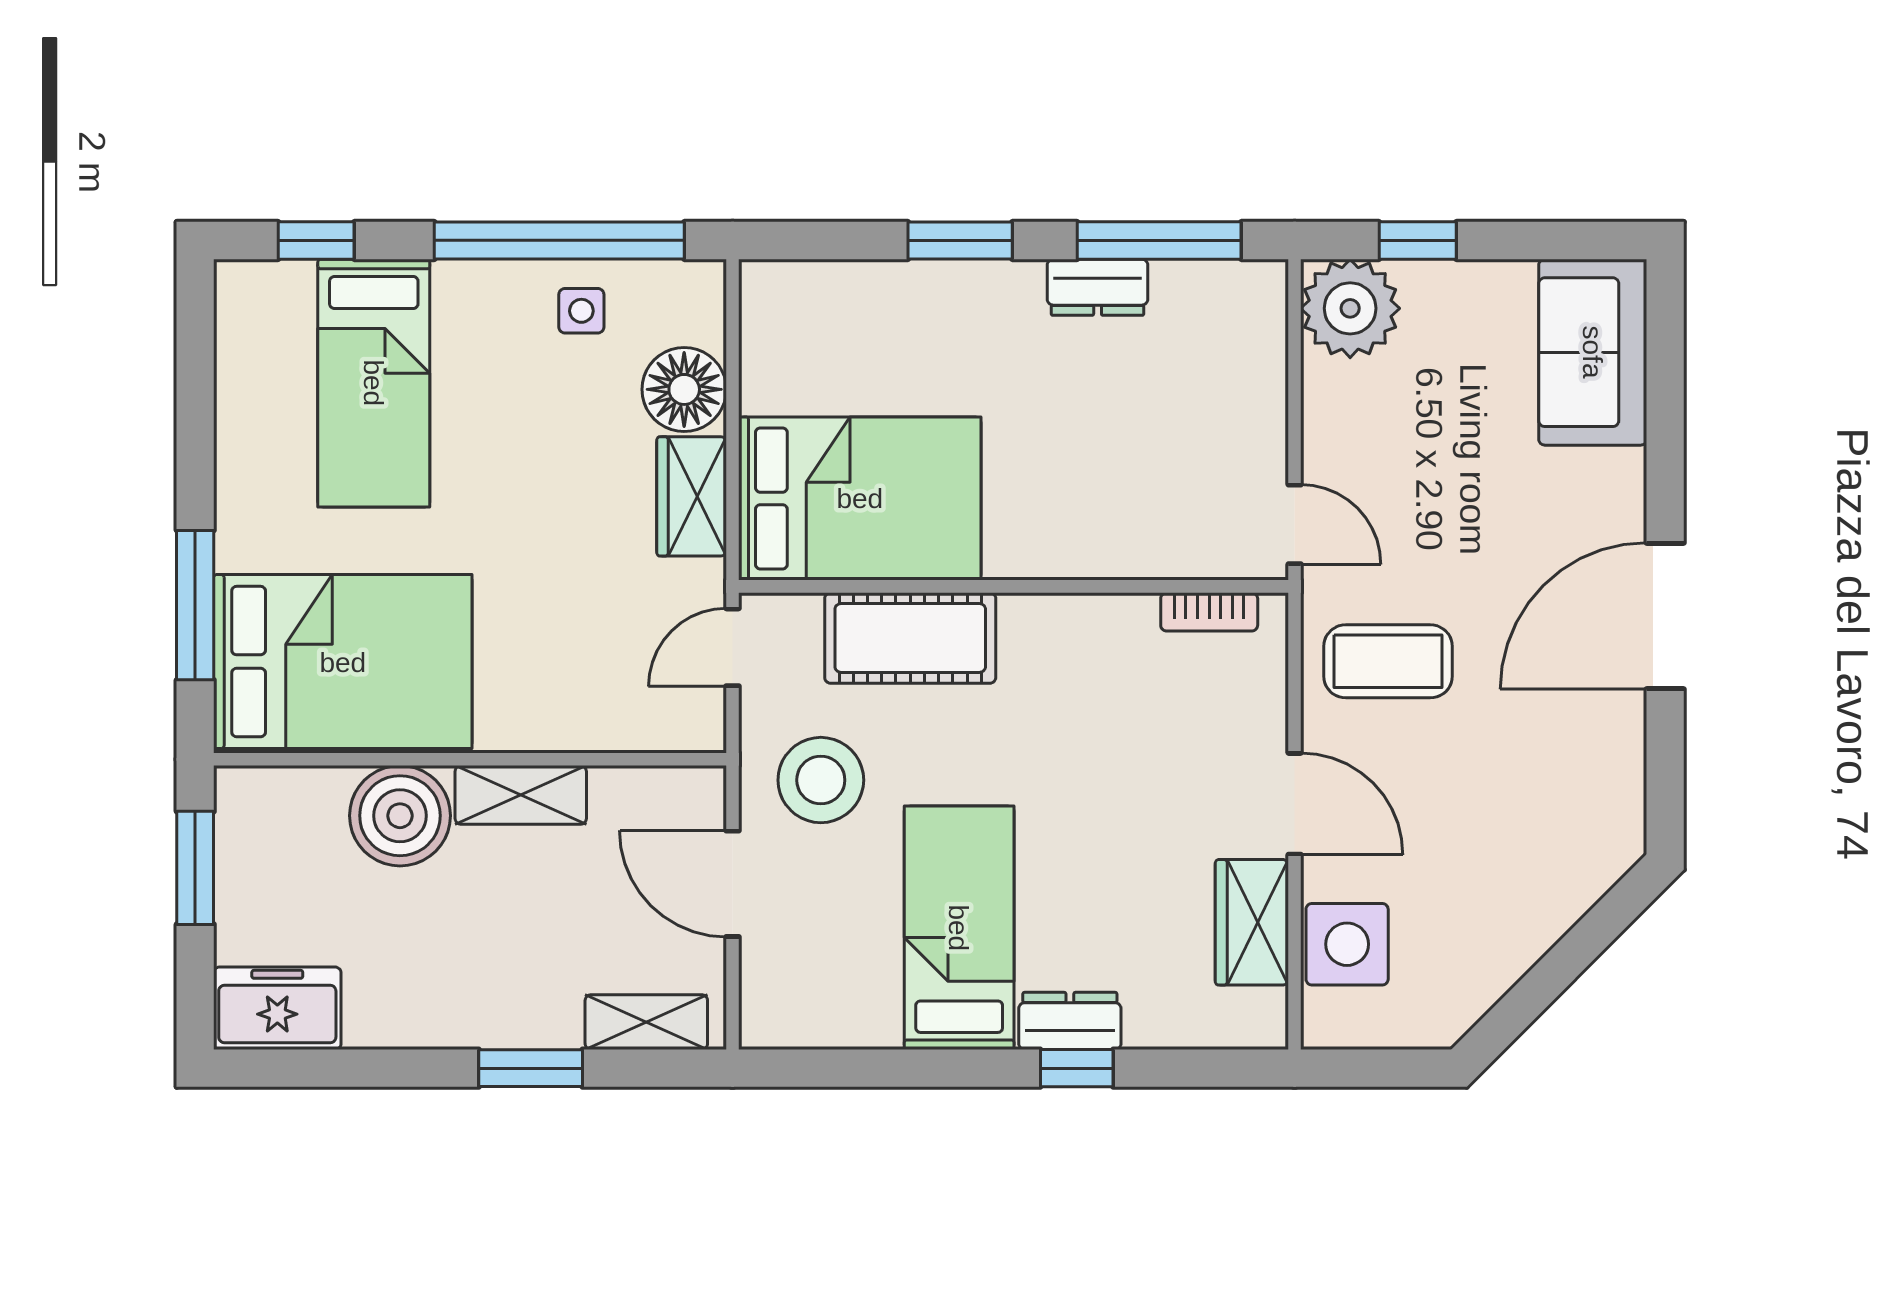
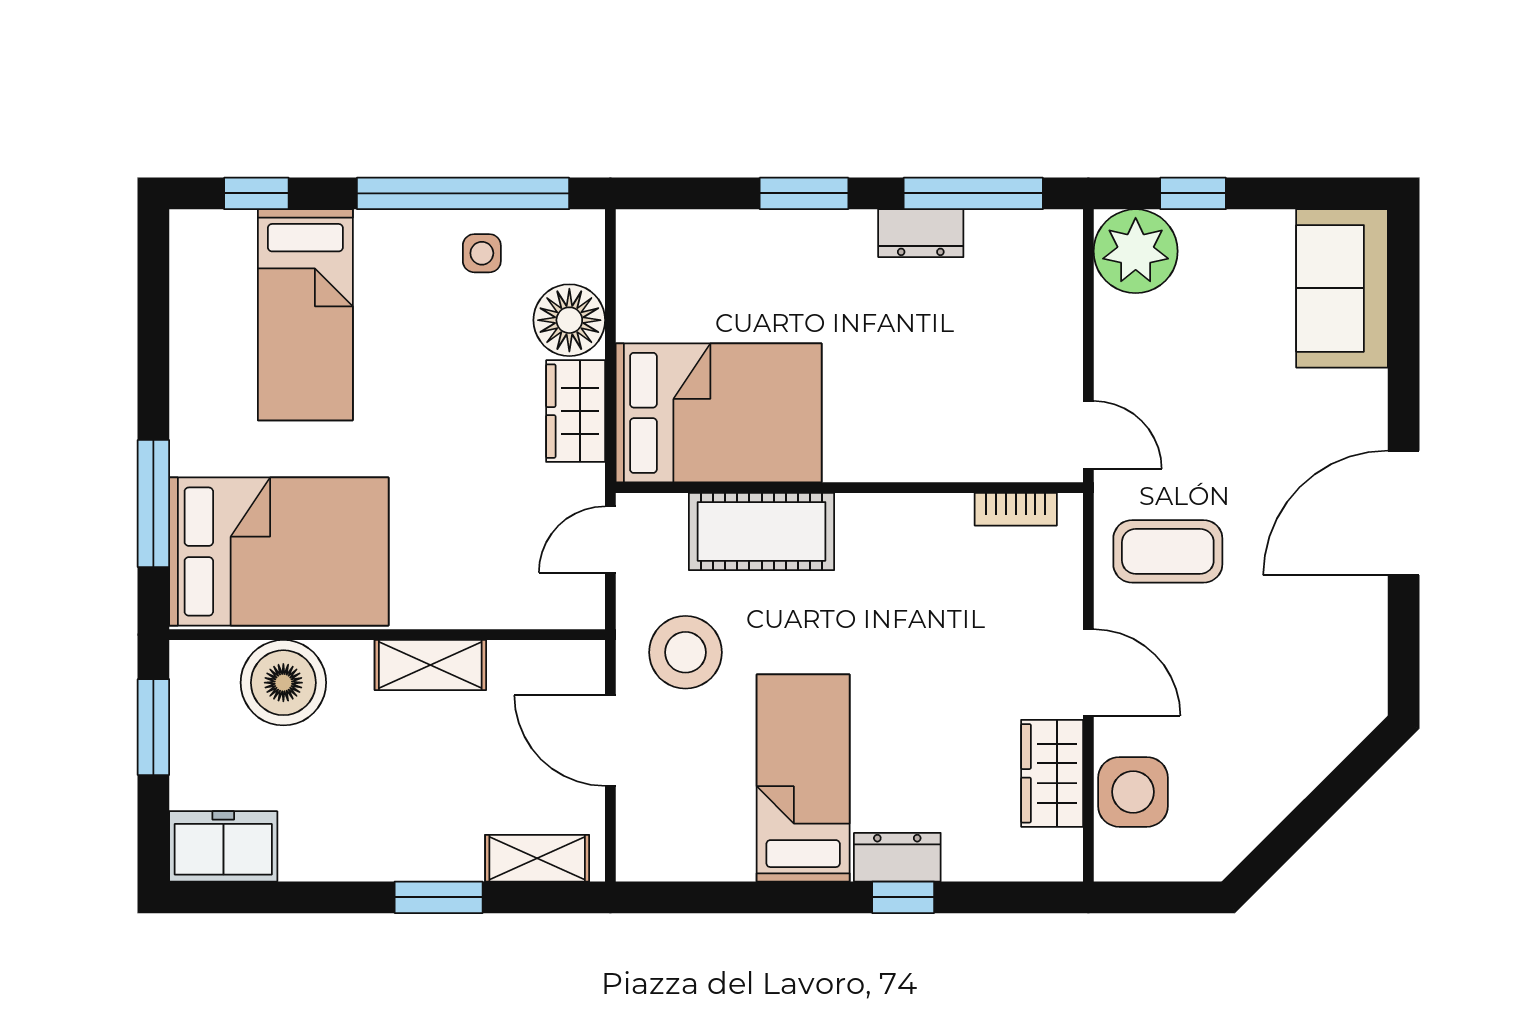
boiler: (400, 816) -> (283, 683), moved

